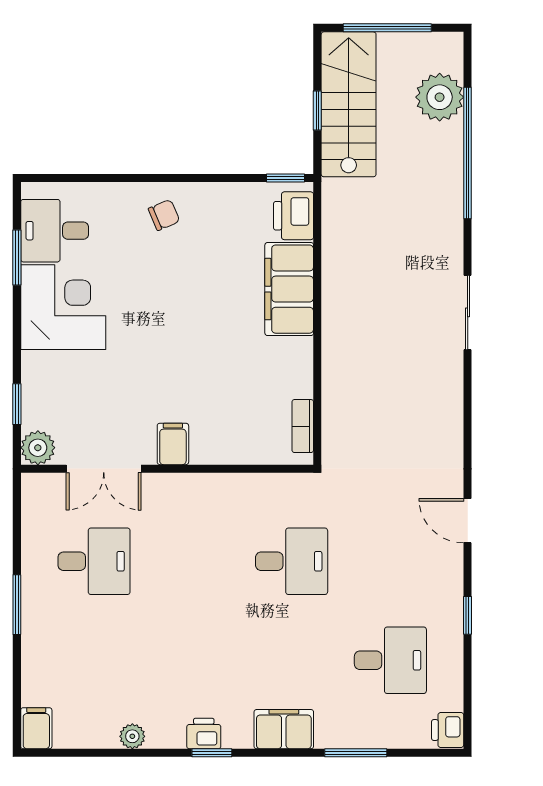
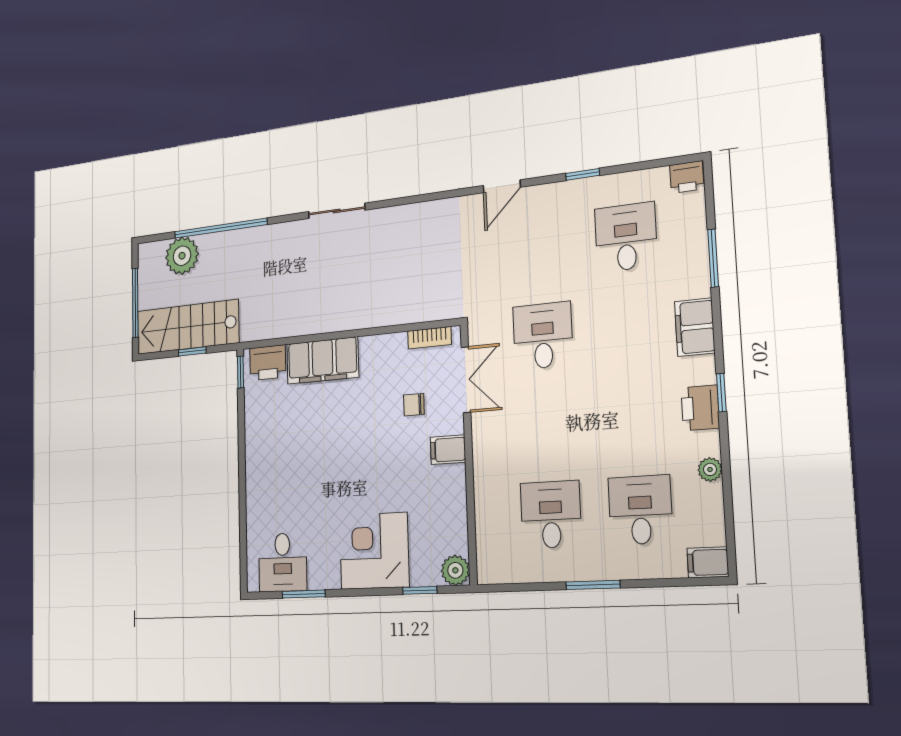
chair: (164, 215) -> (414, 405), moved, turned -67
corner desk: (63, 307) -> (374, 551), moved
double door: (104, 469) -> (466, 380), moved
desk: (94, 660) -> (640, 510), added
printer: (204, 734) -> (700, 408), width x1.36, depth x1.24

